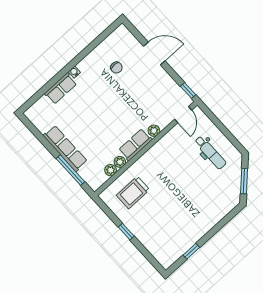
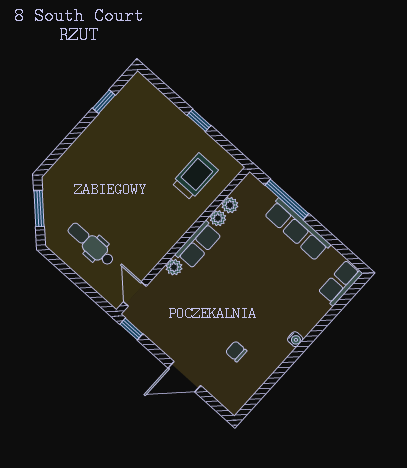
row of seats: (61, 89) -> (340, 283), moved

